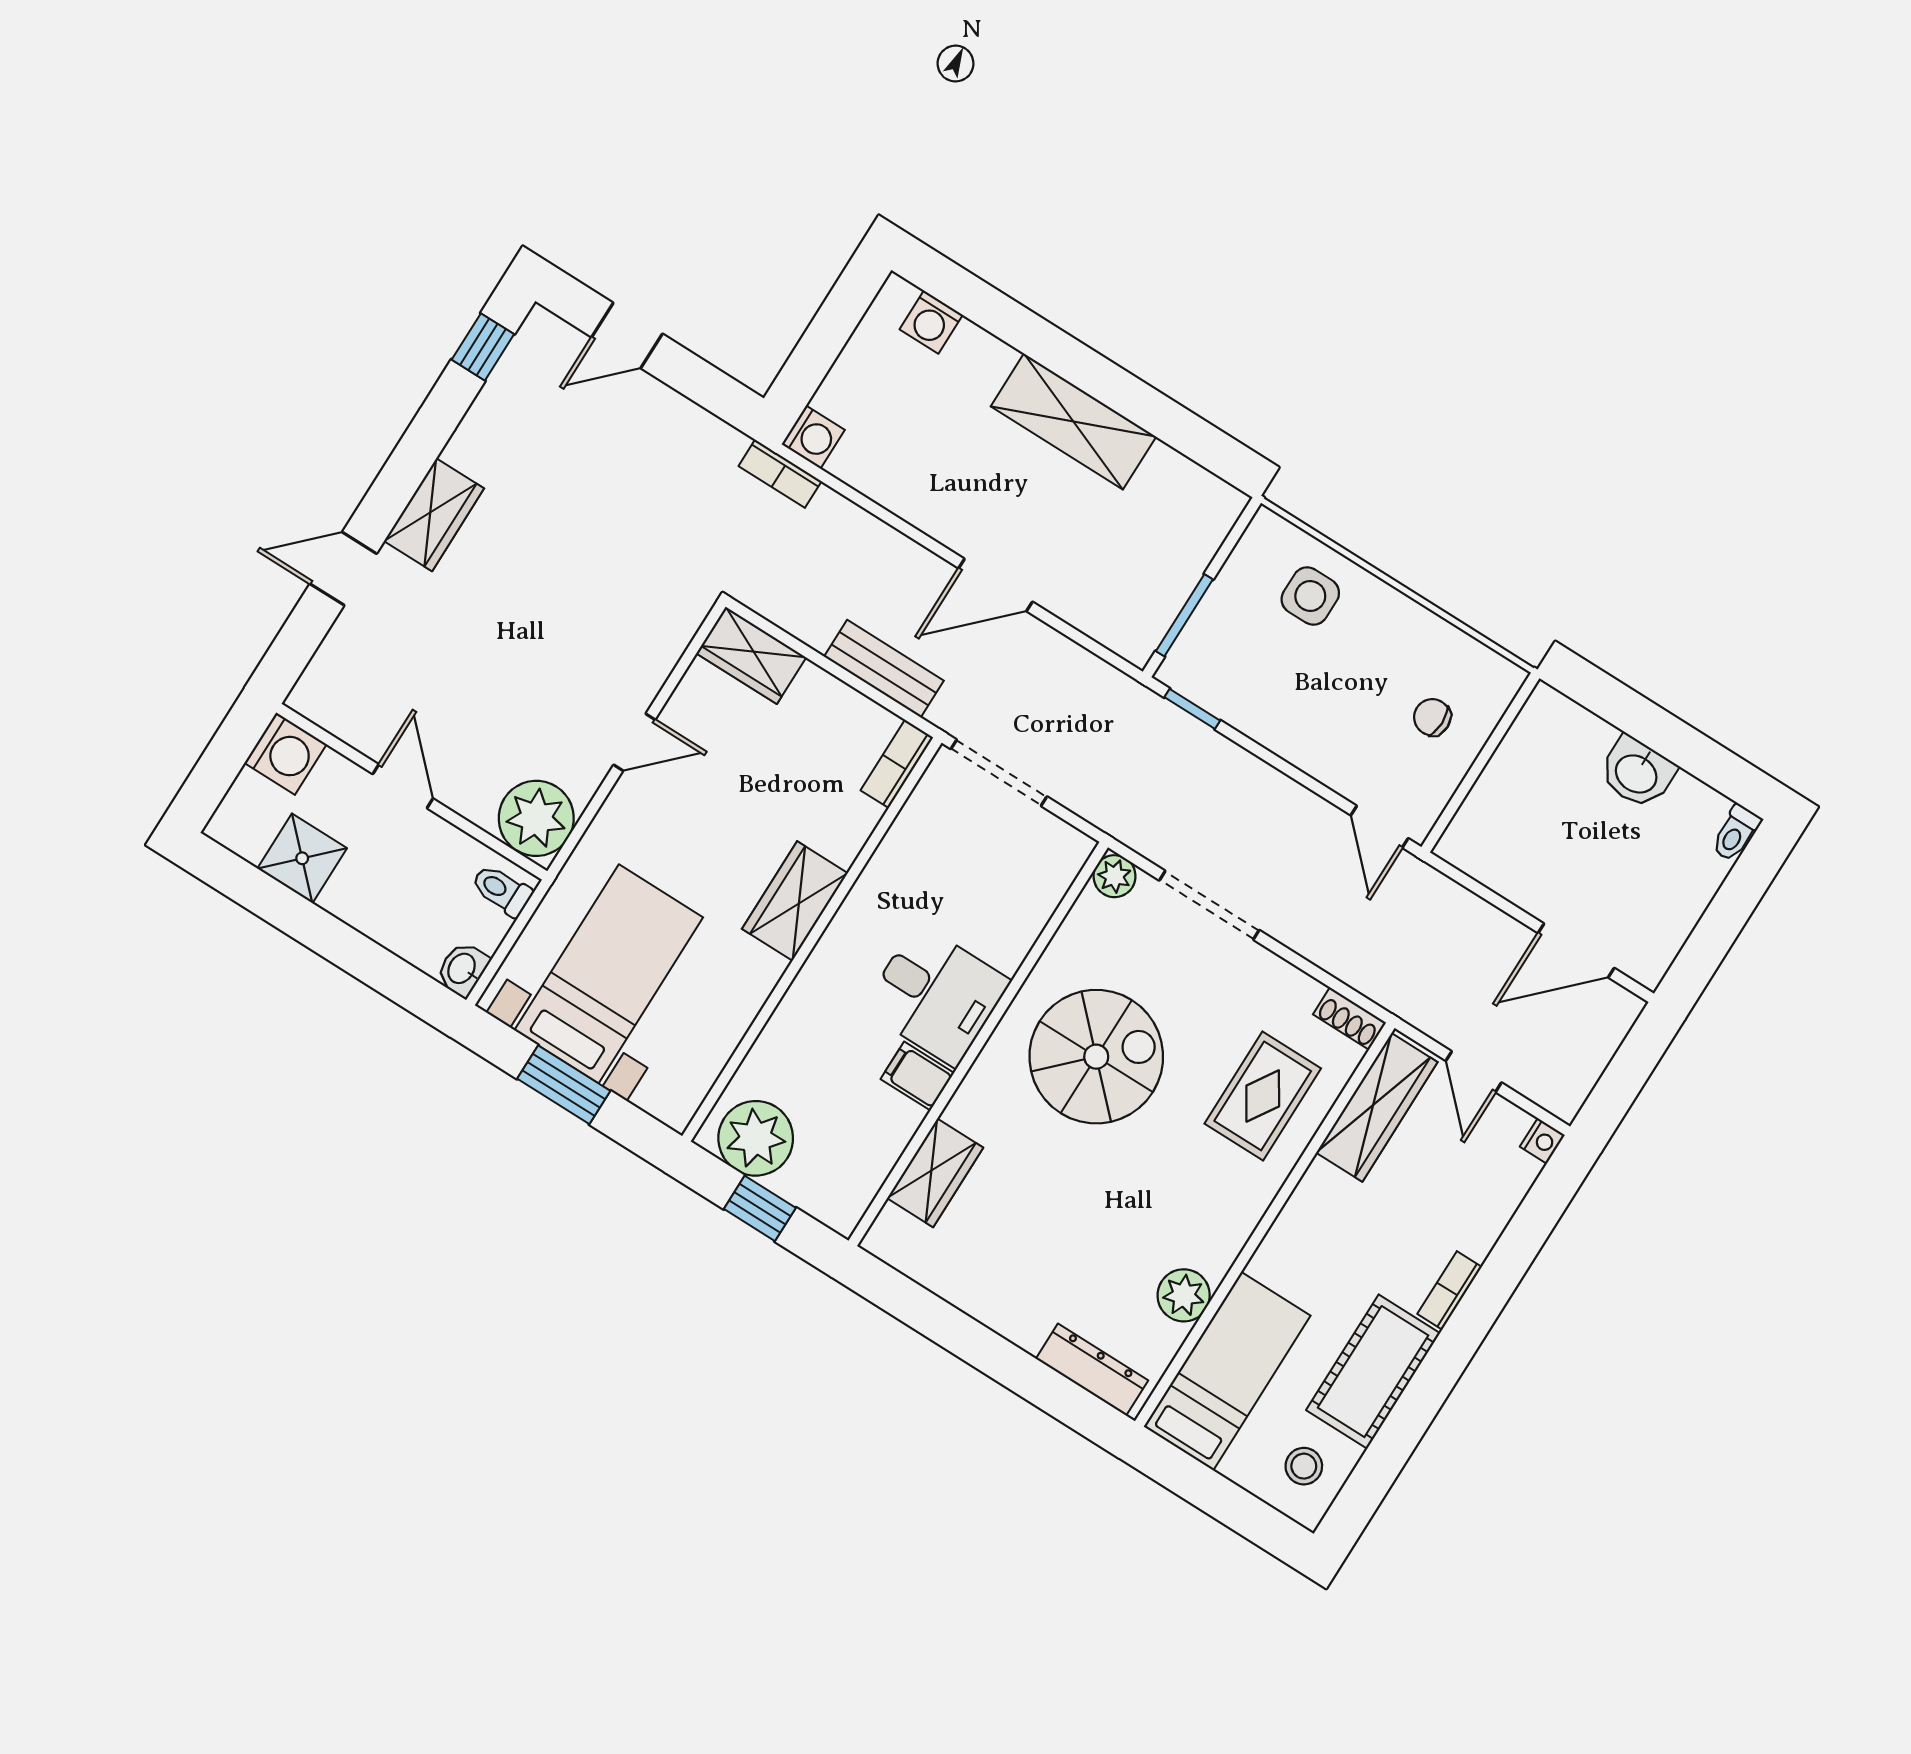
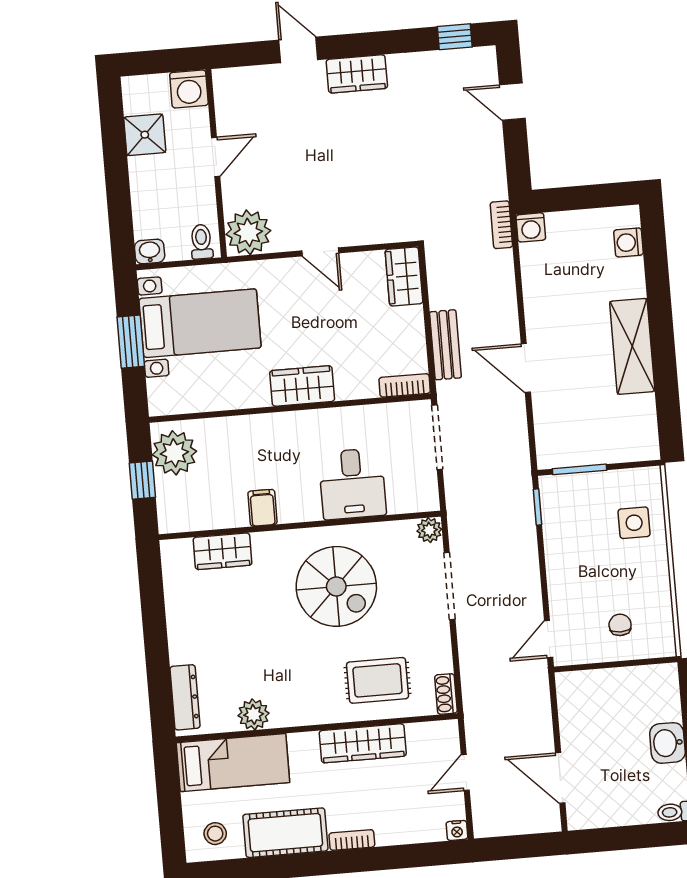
desk: (936, 995) -> (352, 484), moved
wardrobe: (1377, 1107) -> (363, 743), moved

